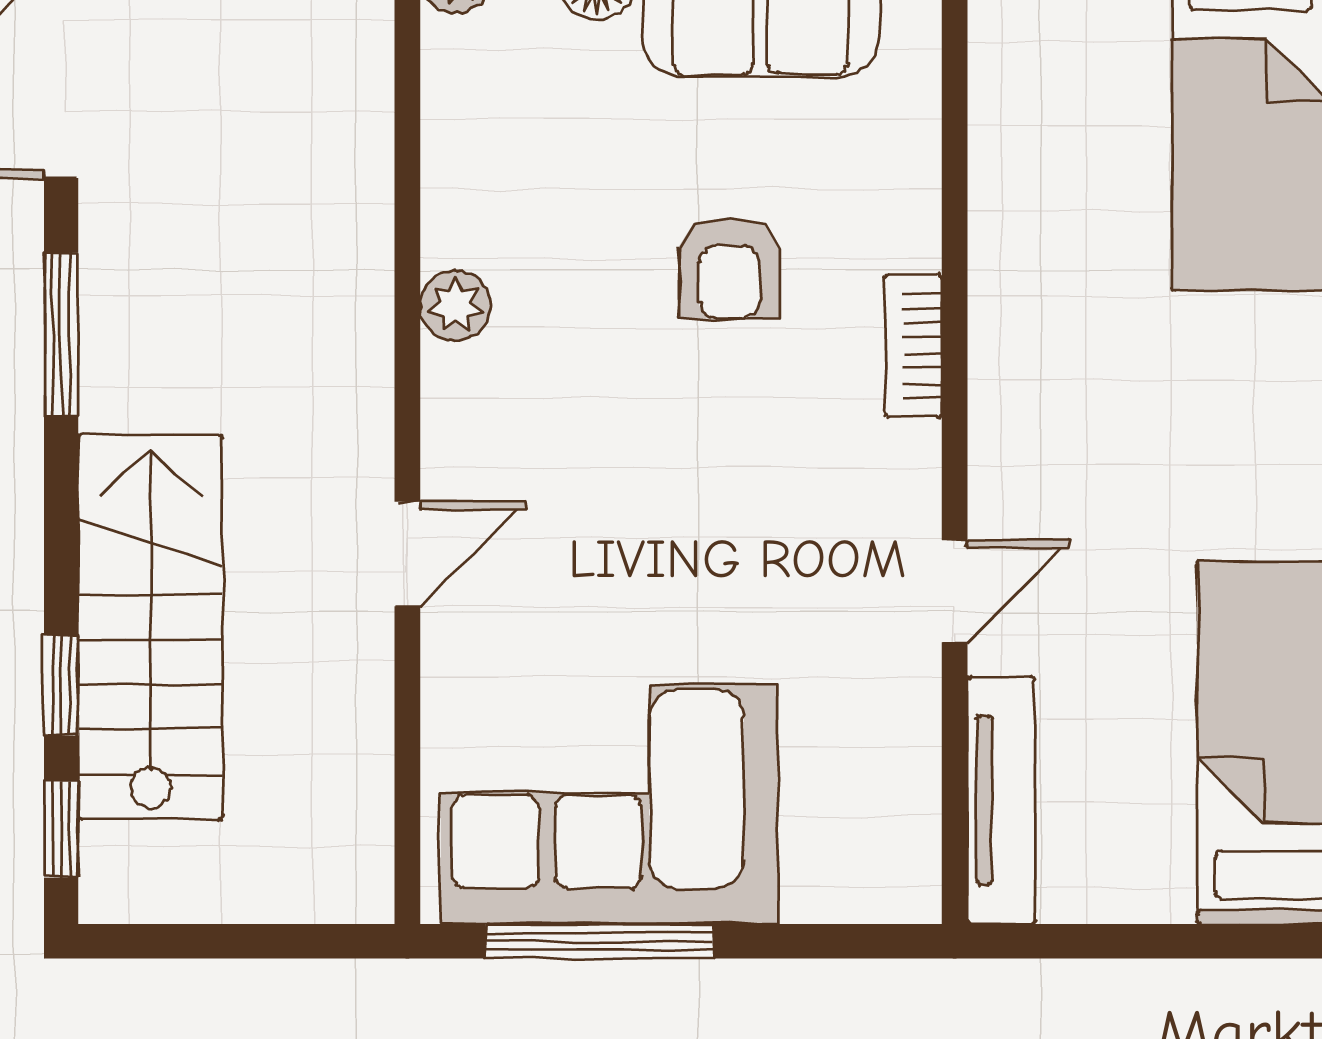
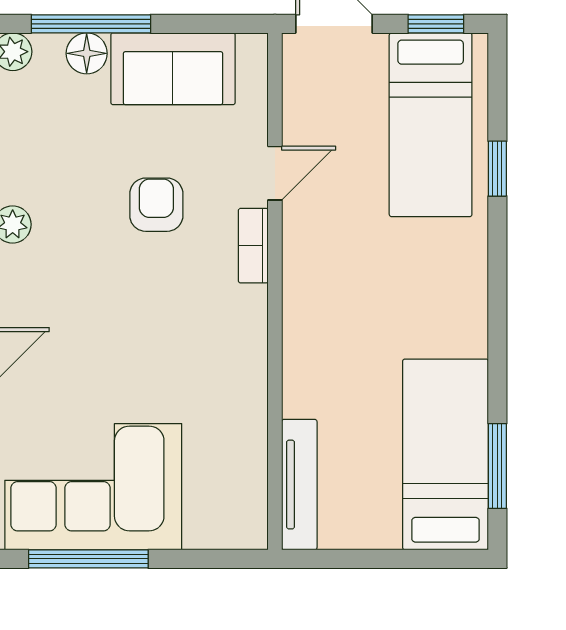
armchair: (729, 268) -> (156, 205), turned 180
door: (955, 591) -> (275, 173), moved

